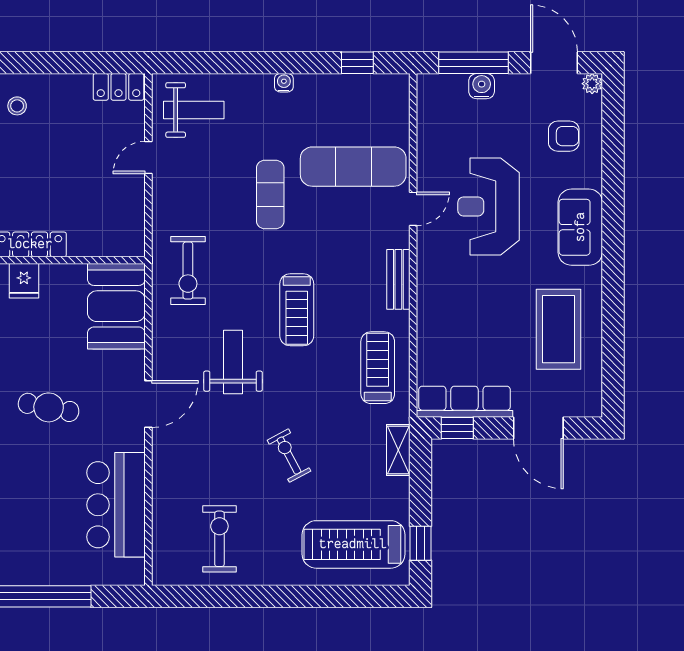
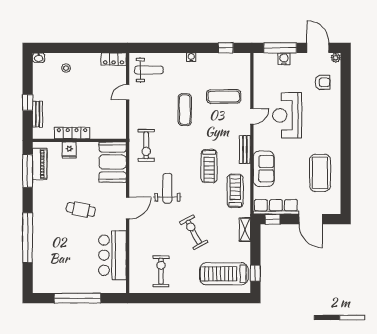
exercise mat: (353, 167) -> (224, 97), width x0.73, depth x0.69
sofa: (580, 227) -> (264, 169), moved, turned 180
treadmill: (297, 310) -> (209, 166), moved
exercise bike: (289, 456) -> (194, 232), width x1.38, depth x1.39

